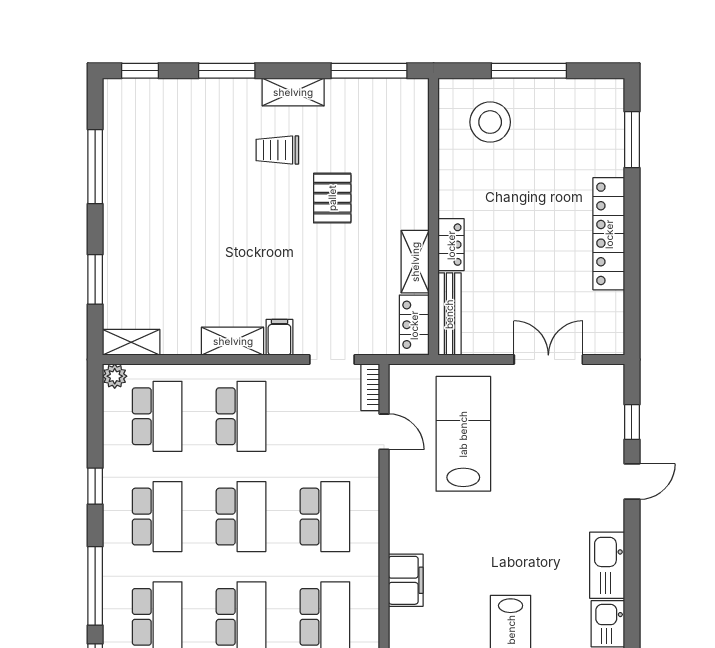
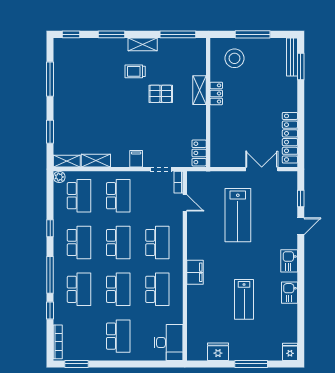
pallet: (332, 198) -> (161, 94), turned 90
locker: (609, 234) -> (290, 138), moved
locker: (451, 245) -> (216, 93), moved
shelving: (415, 262) -> (199, 90), moved
bench: (449, 314) -> (292, 57), moved
shelving: (233, 341) -> (96, 161), moved
lab bench: (463, 434) -> (238, 215), moved, turned 180
kitchen sink: (607, 565) -> (289, 261), width x0.73

